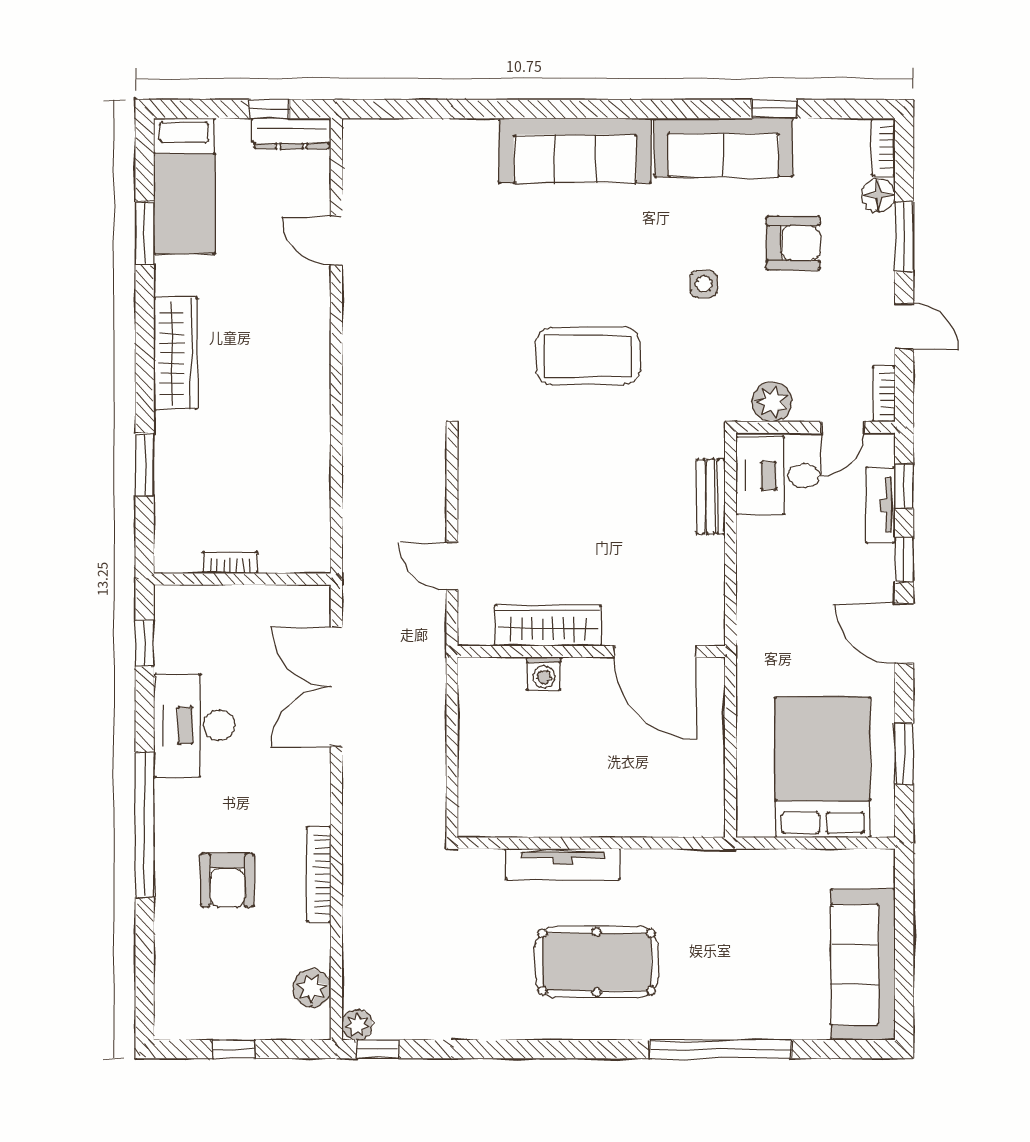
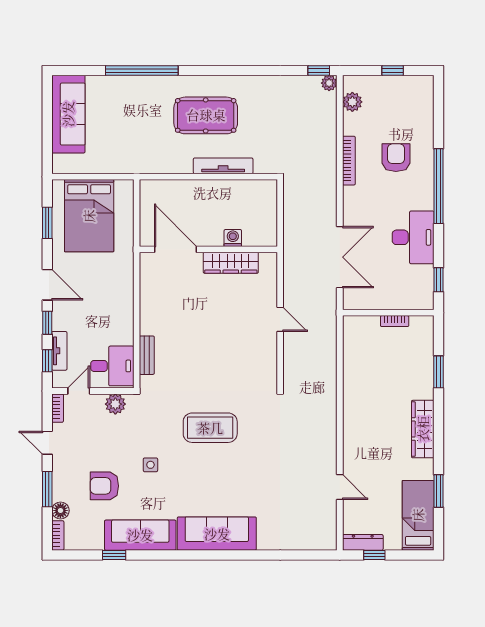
wardrobe: (548, 625) -> (231, 263), moved
wall: (591, 651) -> (208, 249), moved
door: (655, 651) -> (175, 249), moved
washing machine: (544, 674) -> (233, 238), moved

